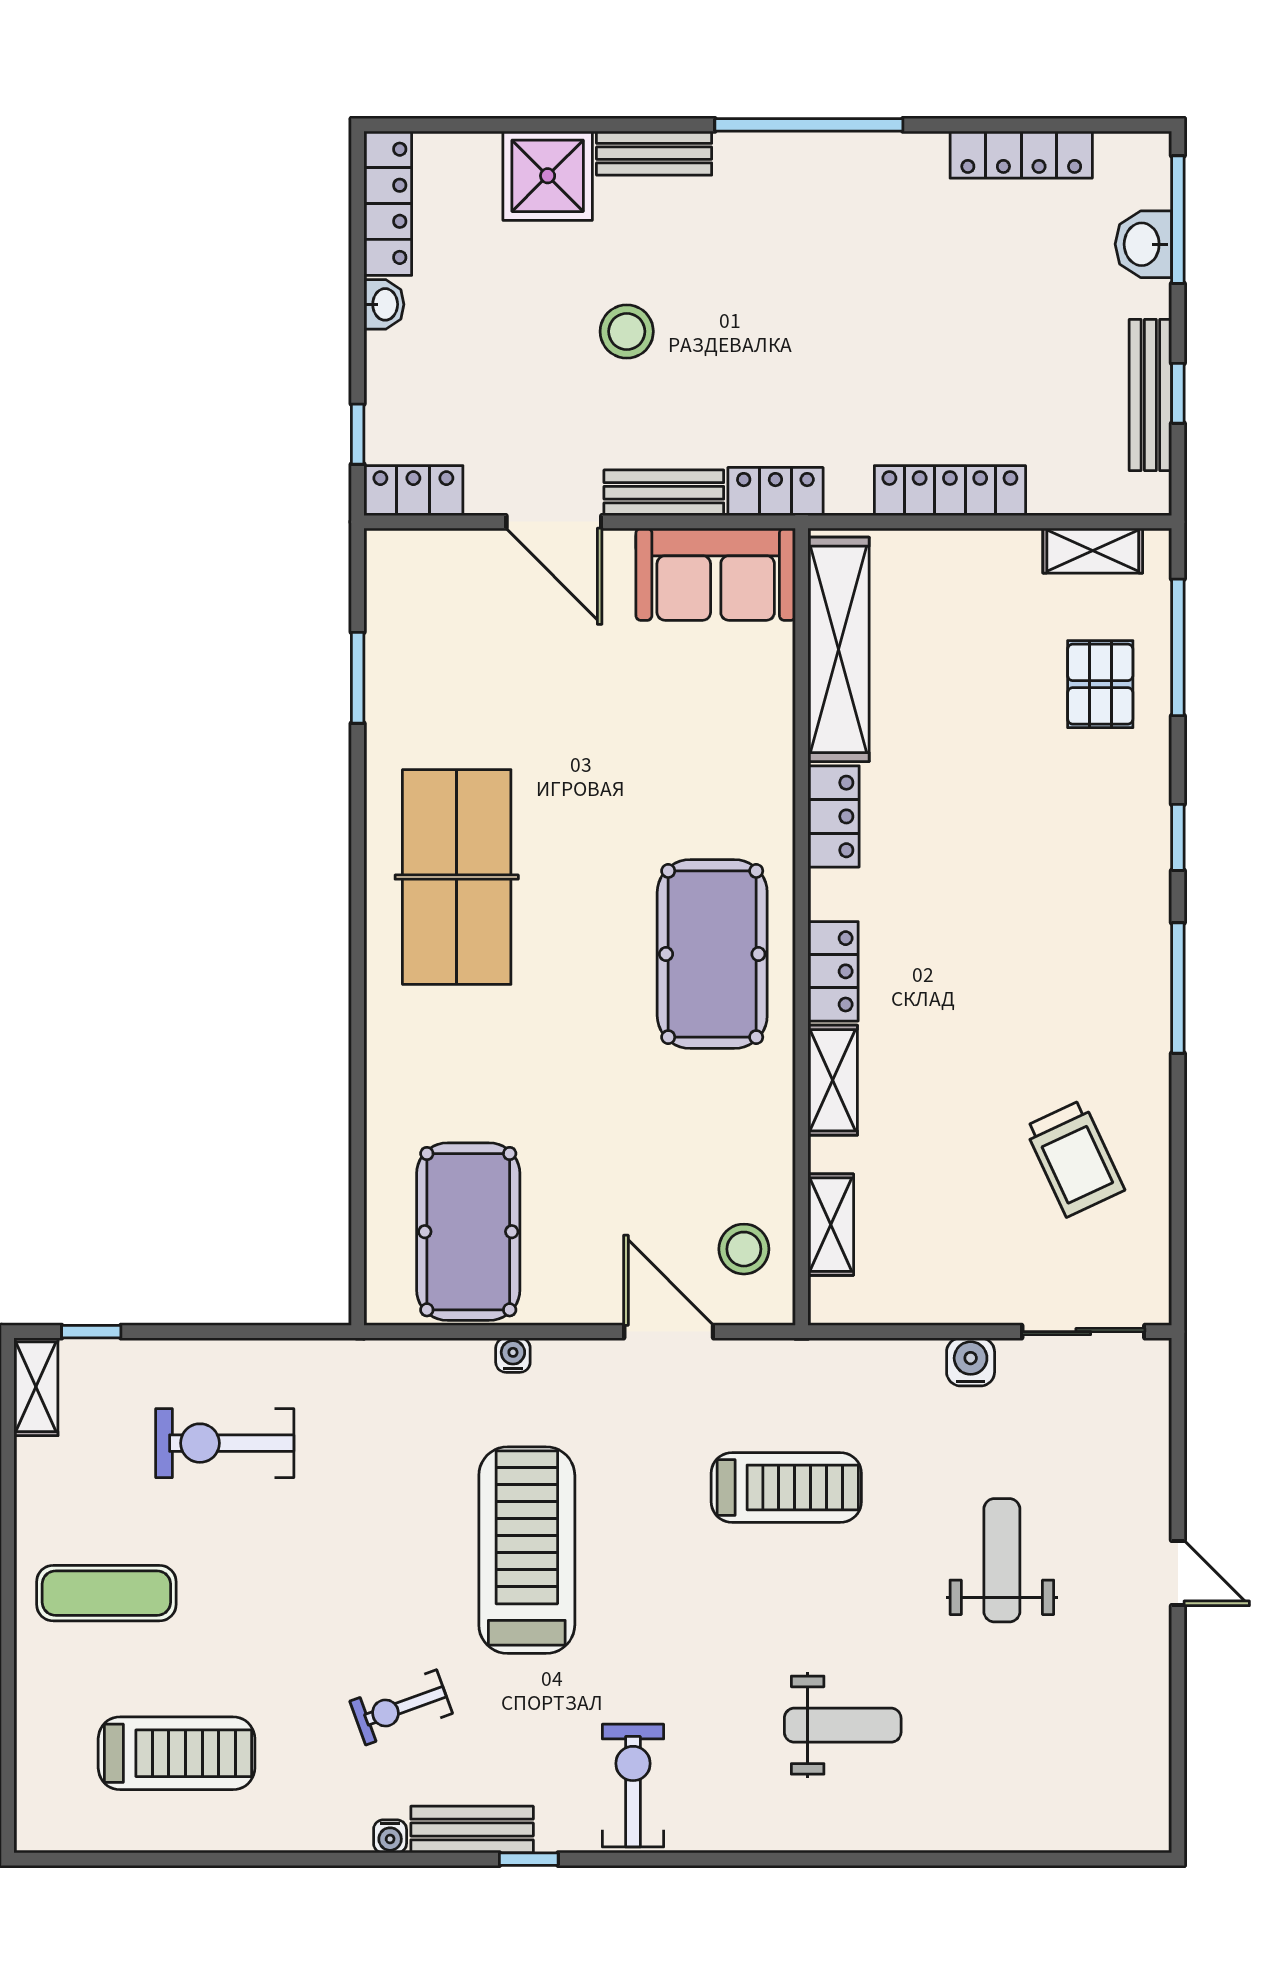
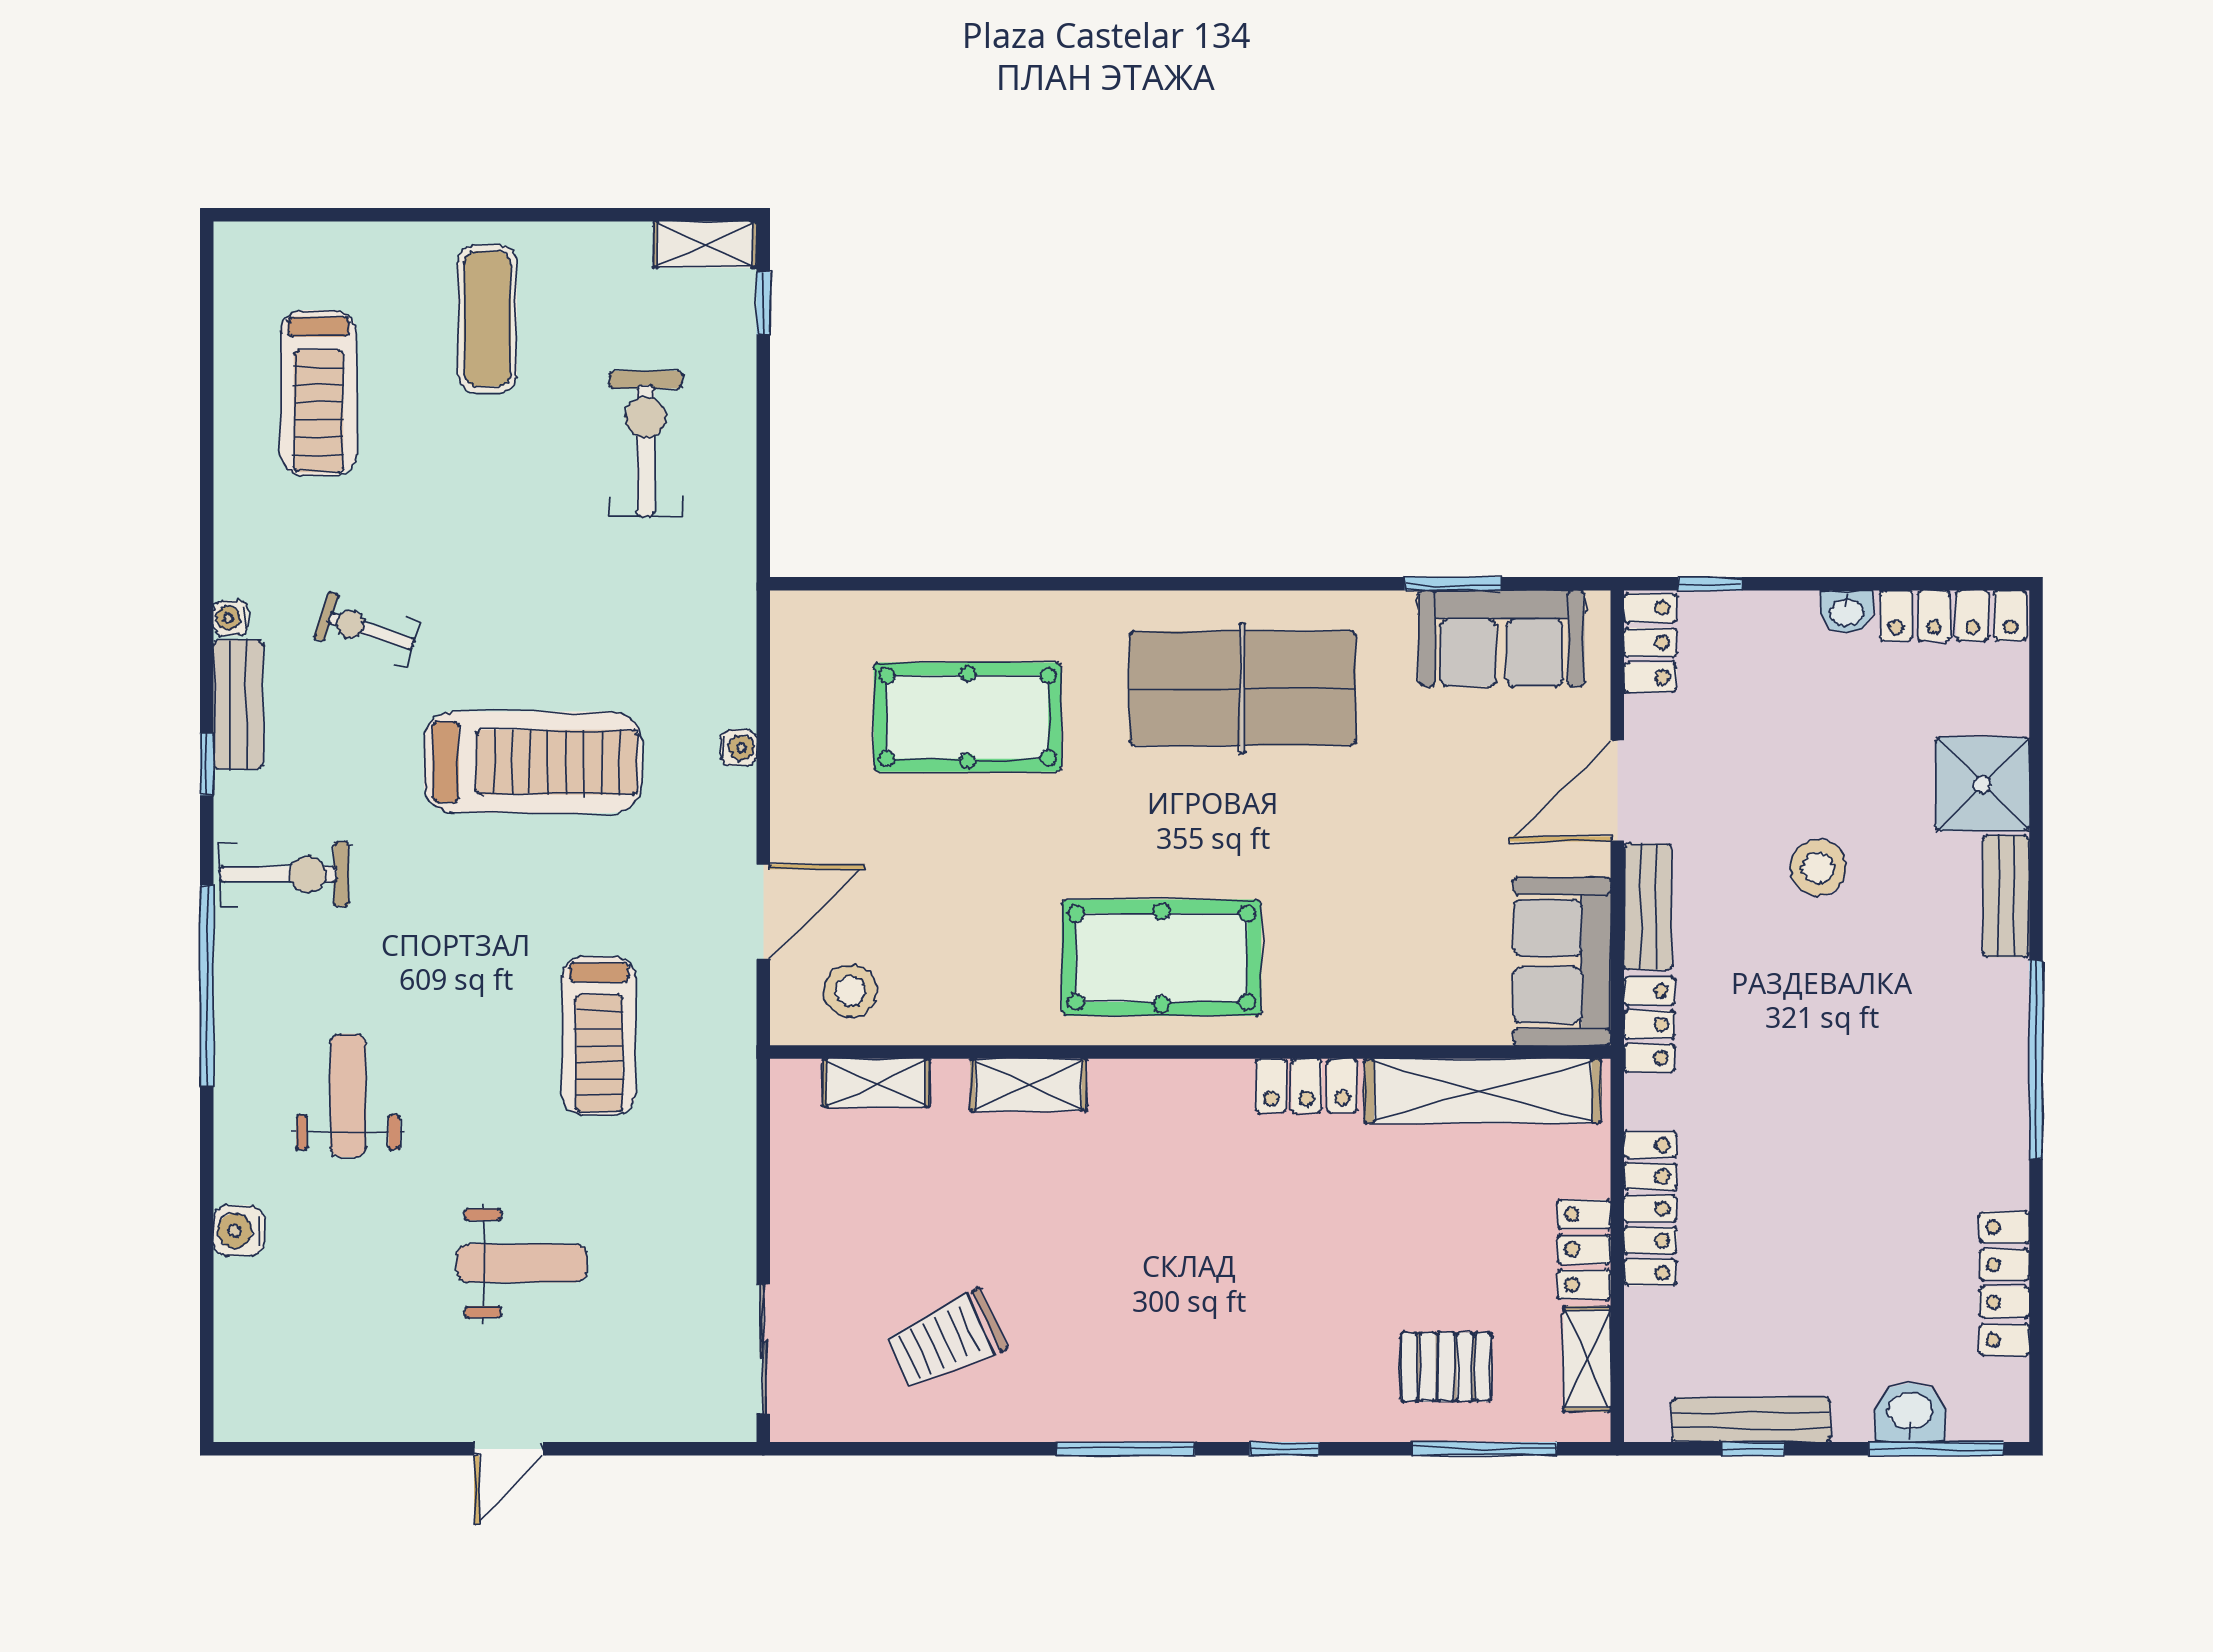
sofa: (409, 632) -> (1501, 638), added
locker: (833, 971) -> (1584, 1250), moved, turned 90
pool table: (468, 1232) -> (968, 717), moved
water cooler: (971, 1362) -> (239, 1231), moved, turned 180
exercise bike: (401, 1707) -> (367, 630), turned -52
weight bench: (843, 1725) -> (348, 1095), turned 180
window: (739, 1859) -> (207, 986), added

